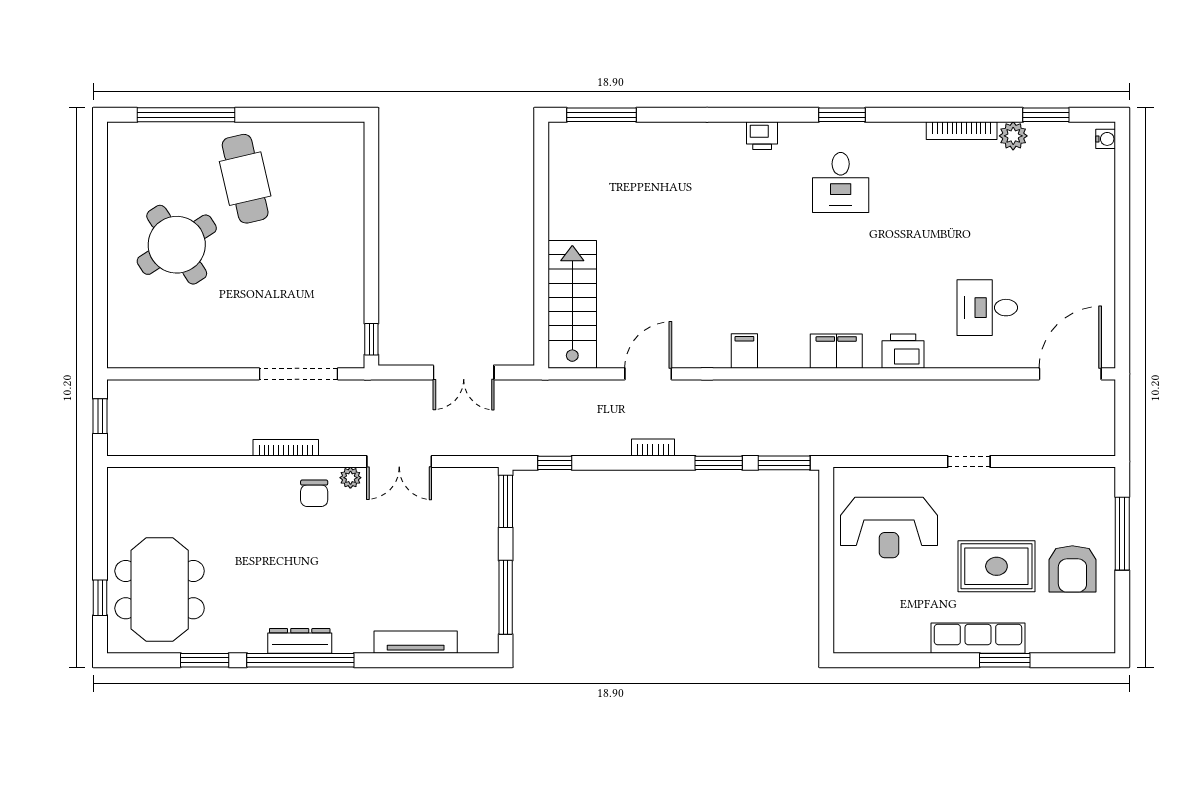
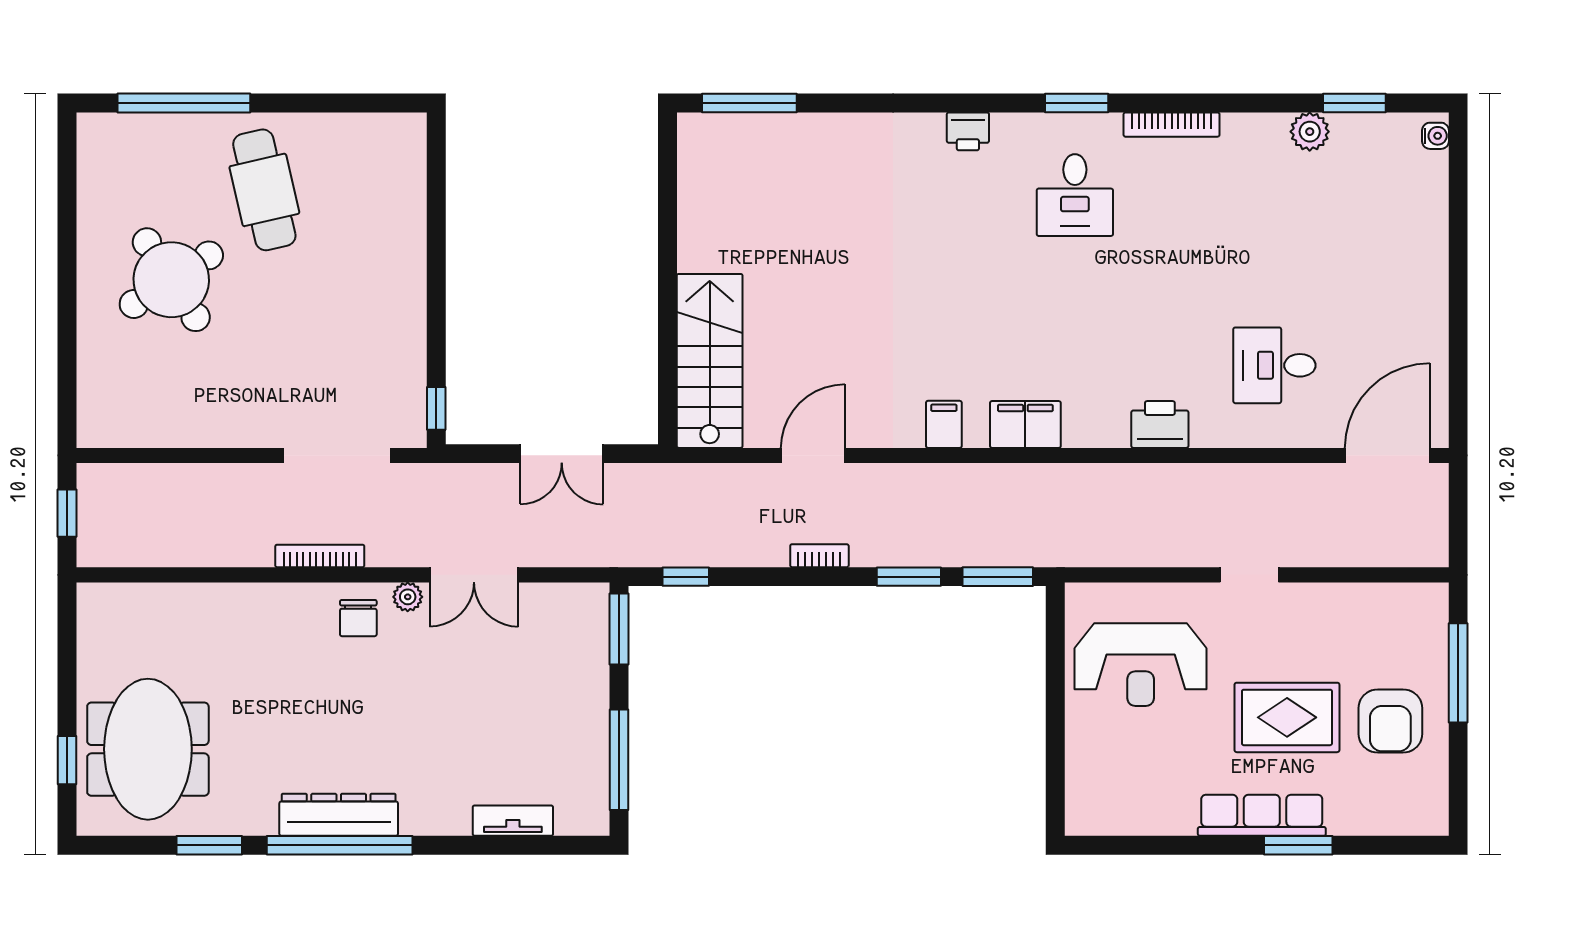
bookcase: (962, 131) -> (1172, 125), moved
filing cabinet: (836, 351) -> (1025, 424), moved
dresser: (300, 641) -> (339, 815), width x1.37, depth x1.24
tv unit: (416, 642) -> (513, 821), width x0.71

